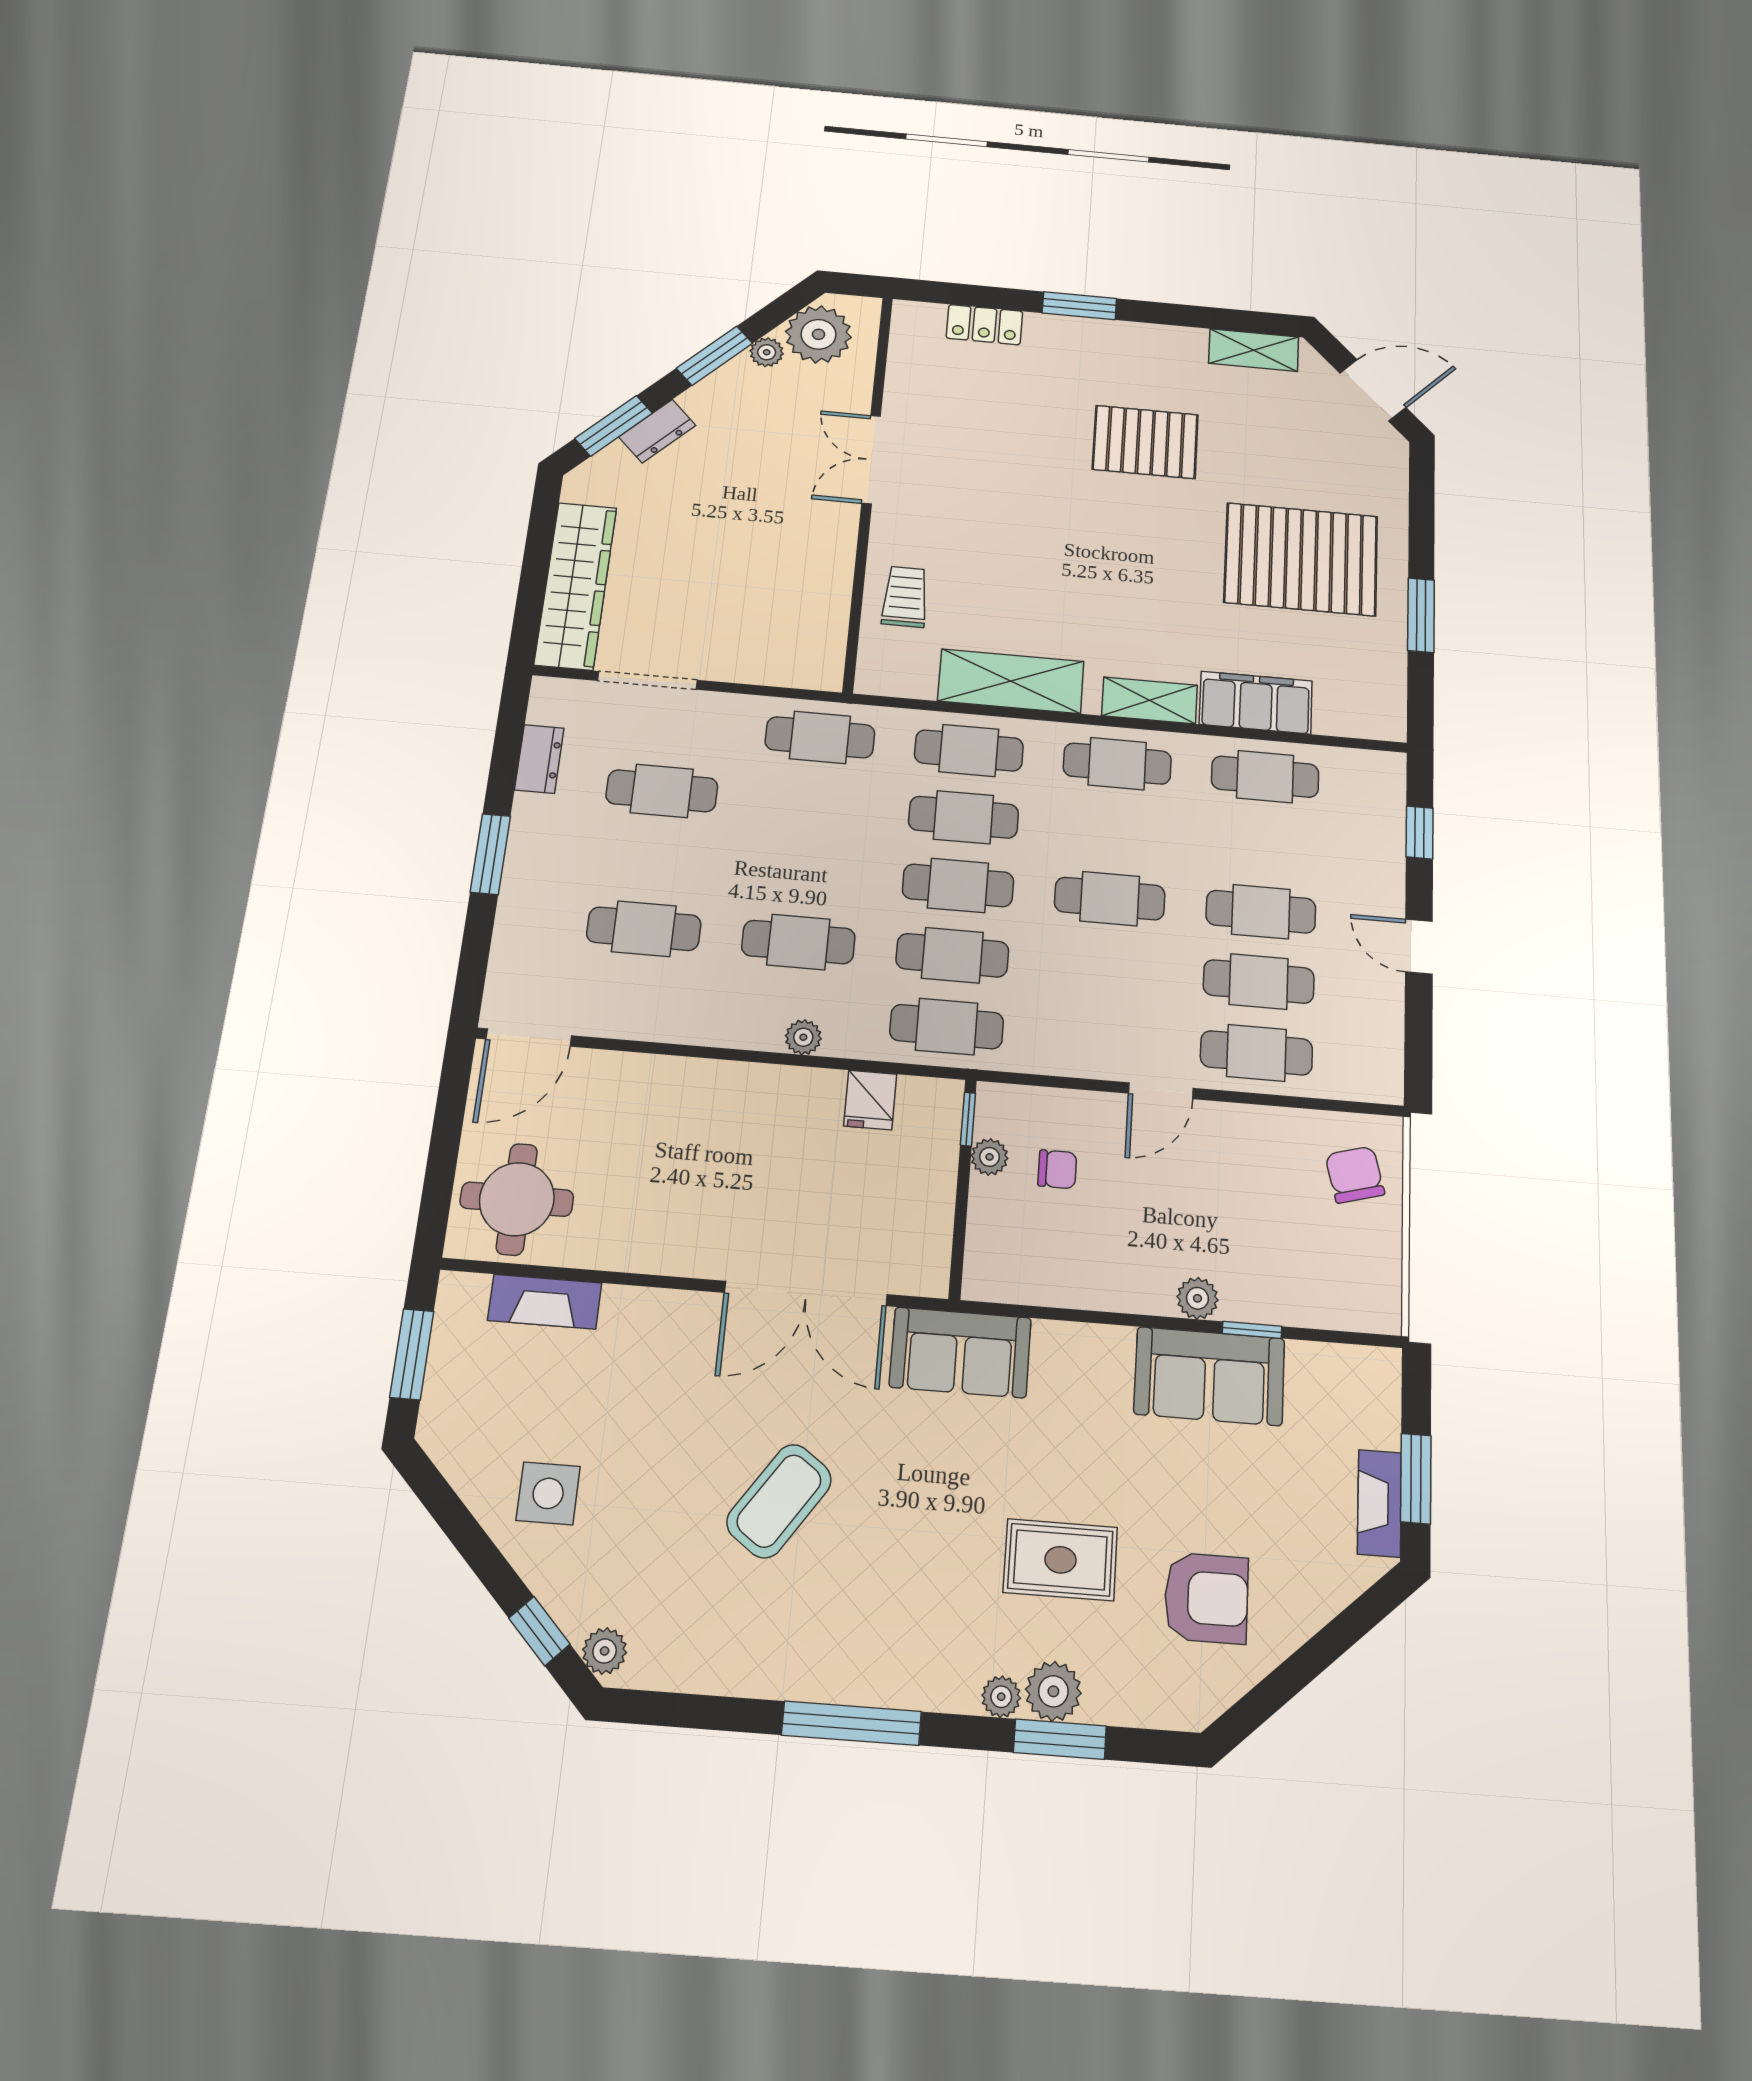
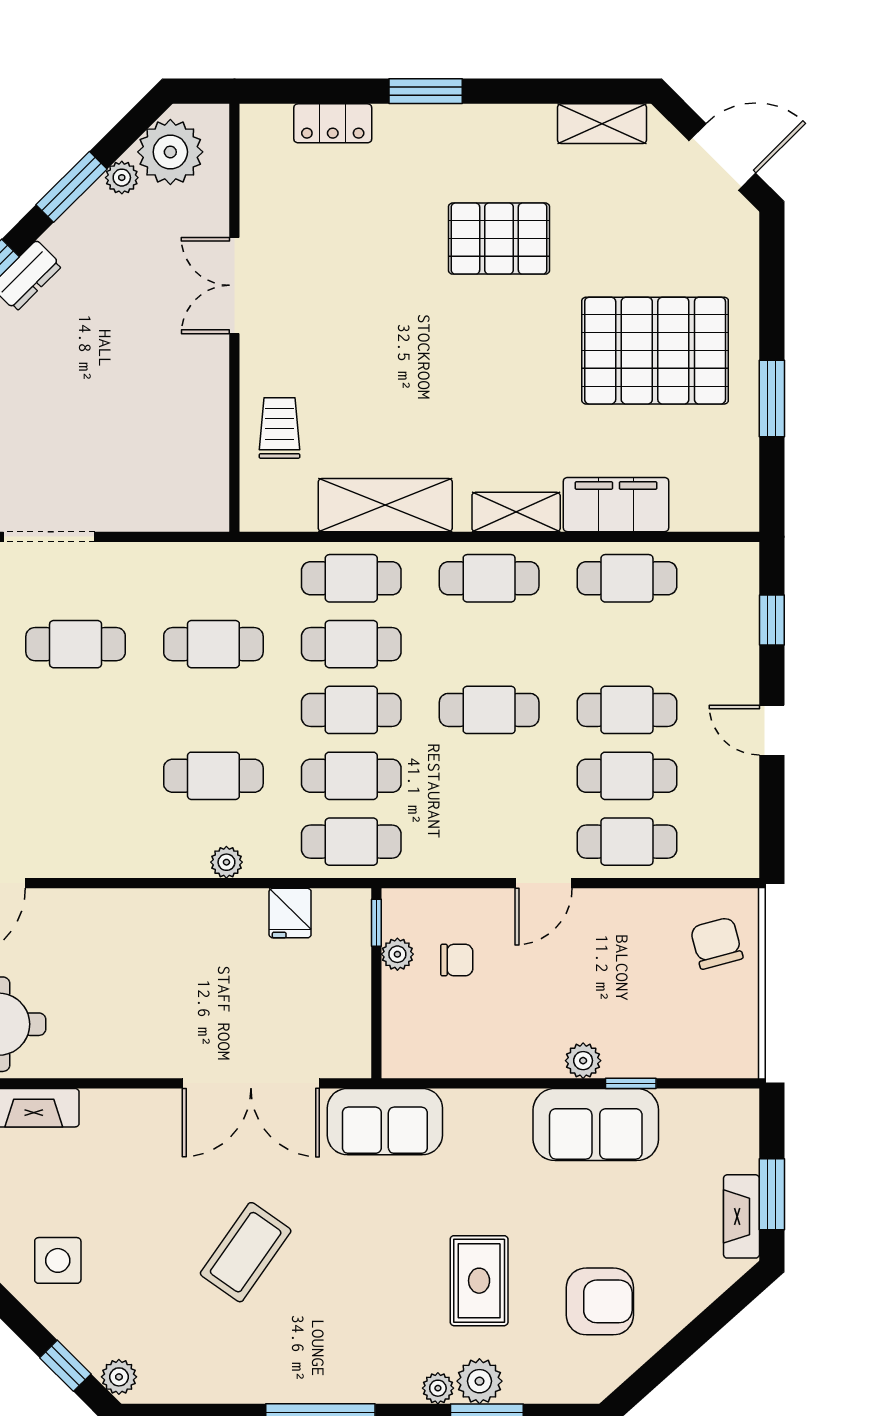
cafe table: (820, 737) -> (213, 644), moved
cafe table: (644, 929) -> (76, 776), removed
rug: (1060, 1560) -> (479, 1281), turned 90

